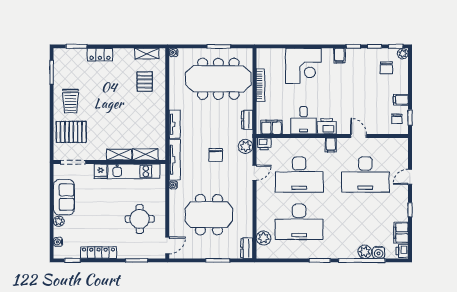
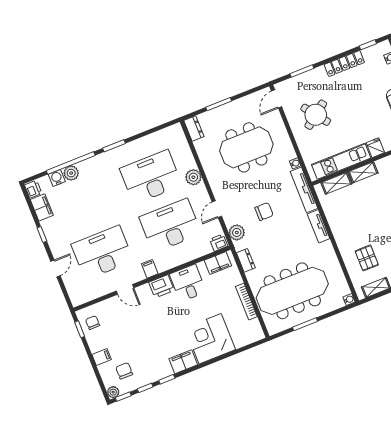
filing cabinet: (339, 56) -> (183, 362), width x2.00
filing cabinet: (401, 100) -> (102, 357), moved
chair: (216, 155) -> (264, 211), turned 90
round table: (140, 219) -> (316, 115), turned -37
plant: (263, 238) -> (193, 177), moved

